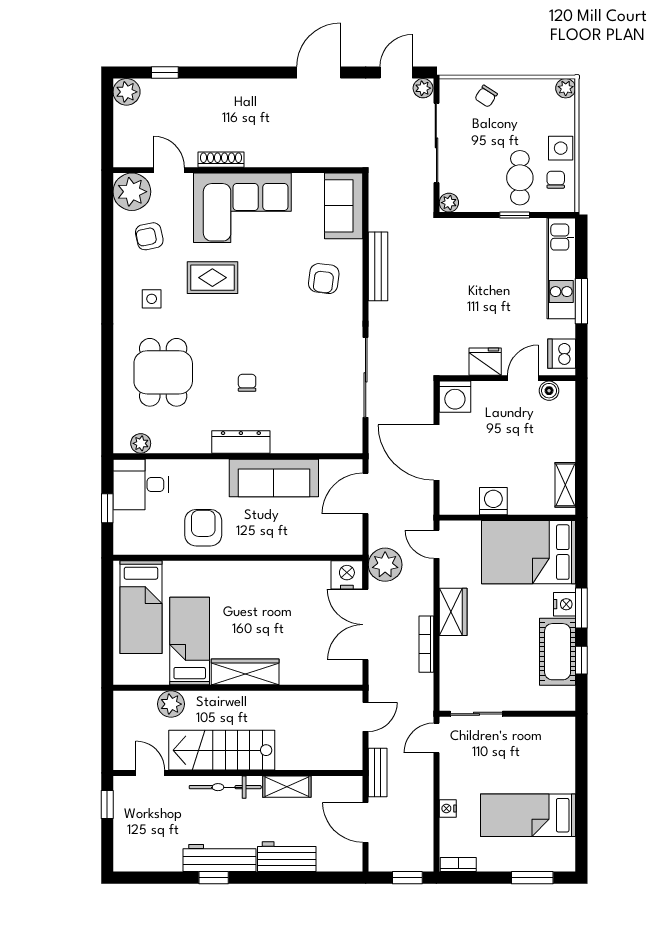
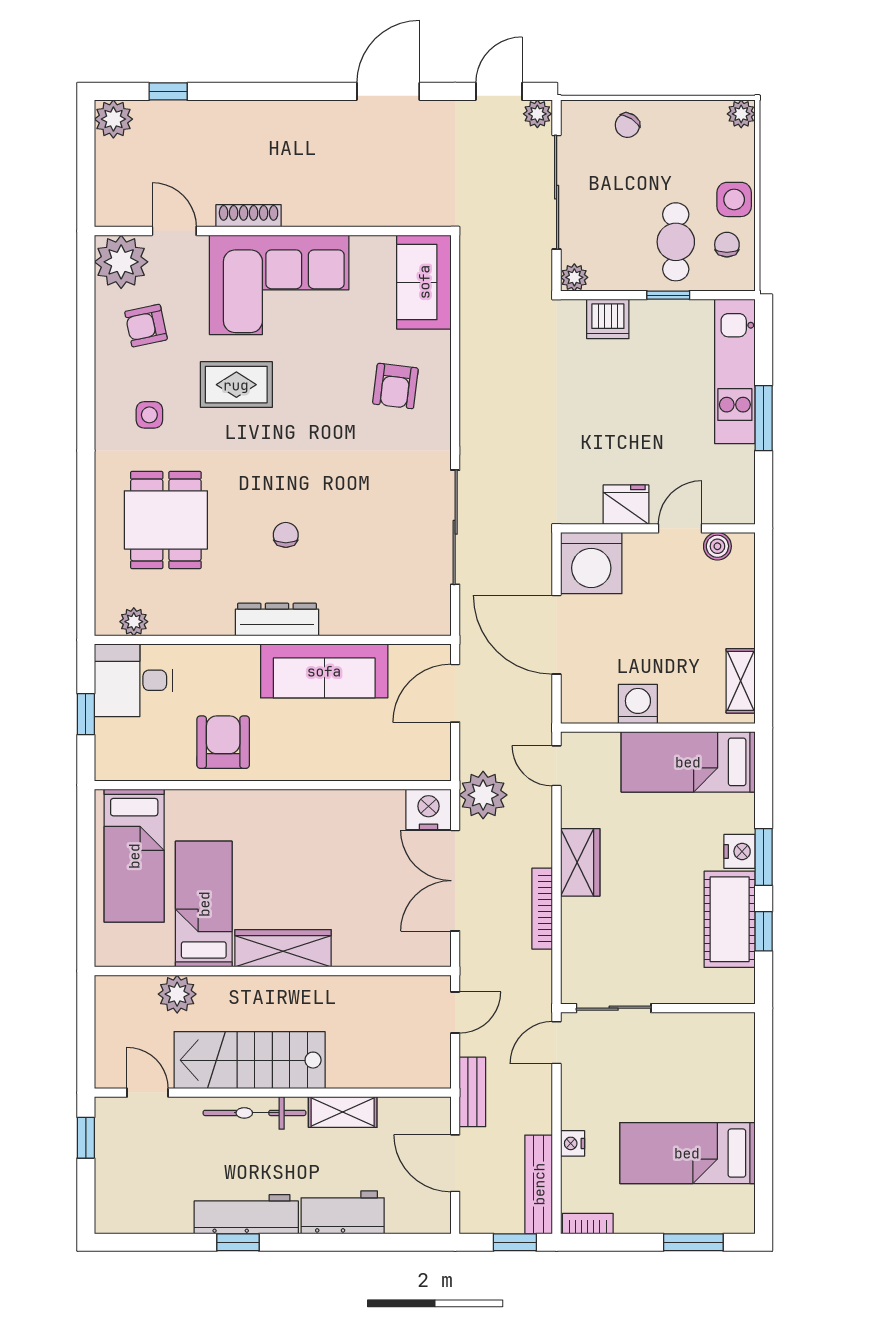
bench: (378, 266) -> (539, 1184), moved
dishwasher: (562, 354) -> (608, 319), moved, turned -90
washing machine: (455, 397) -> (591, 563), width x1.37, depth x1.37
bed: (529, 552) -> (688, 762), width x0.67

